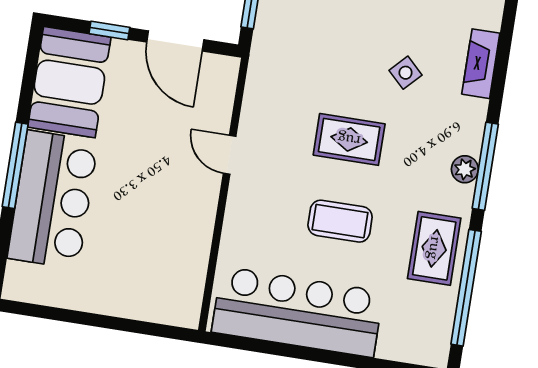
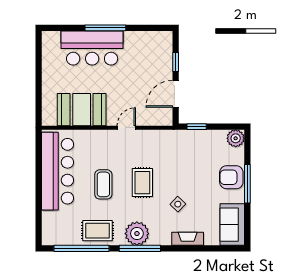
booth: (69, 82) -> (82, 110), moved
plant: (465, 169) -> (137, 234), width x1.88, depth x1.88

